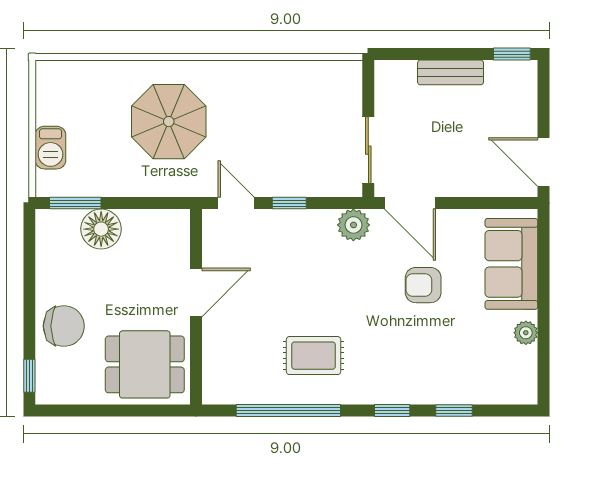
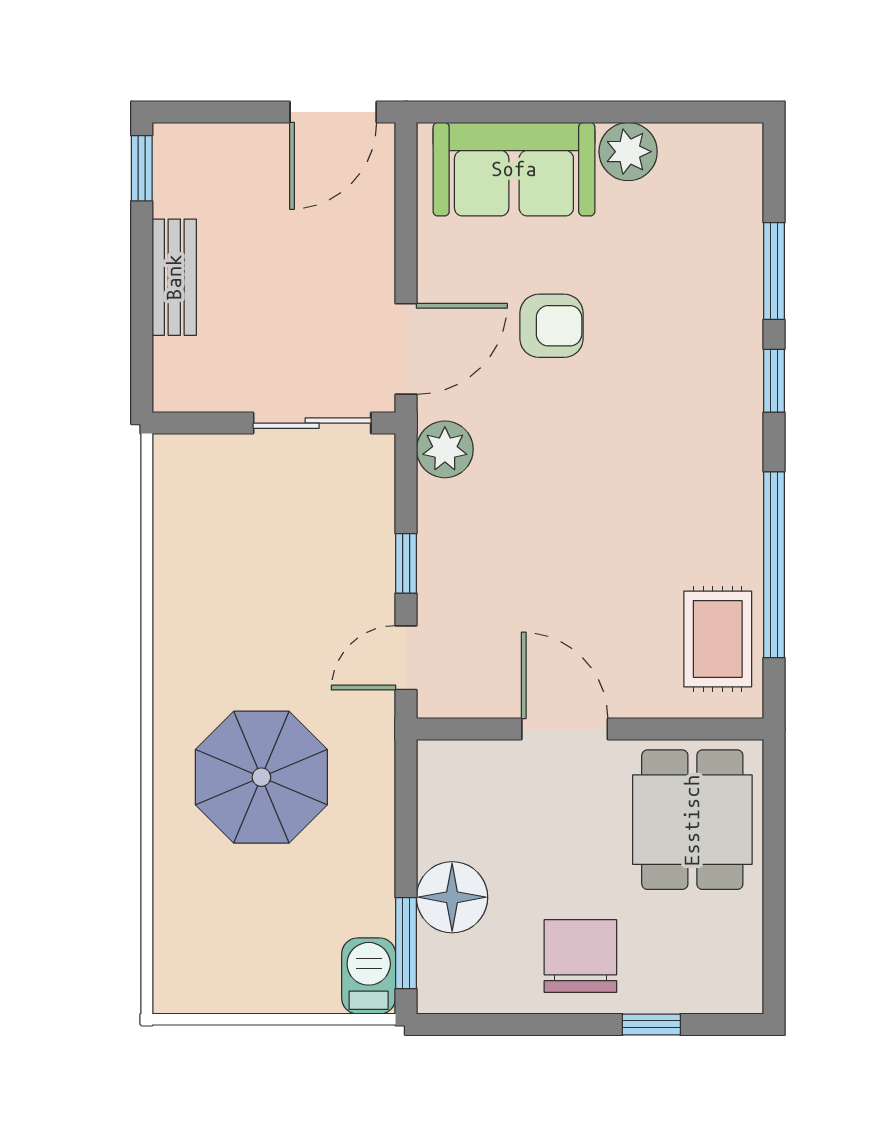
barbecue: (50, 148) -> (369, 976), moved, turned -90
armchair: (423, 285) -> (551, 326), turned -90
chair: (64, 326) -> (580, 956), moved
plant: (526, 333) -> (628, 152), width x1.38, depth x1.38
rug: (314, 356) -> (718, 639), moved
window: (29, 376) -> (651, 1024), moved
window: (454, 411) -> (774, 271), width x1.50

